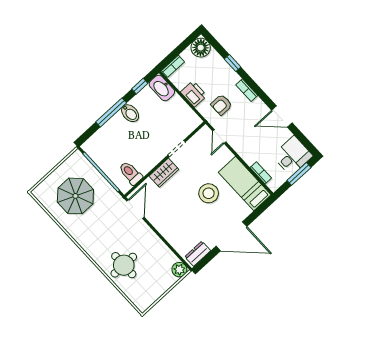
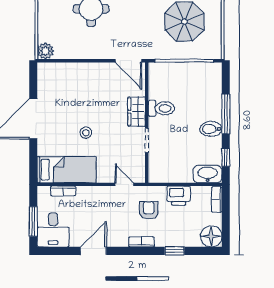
toilet: (131, 173) -> (161, 108), moved
stool: (209, 193) -> (86, 133), width x0.53, depth x0.53
dresser: (198, 254) -> (45, 78), removed

